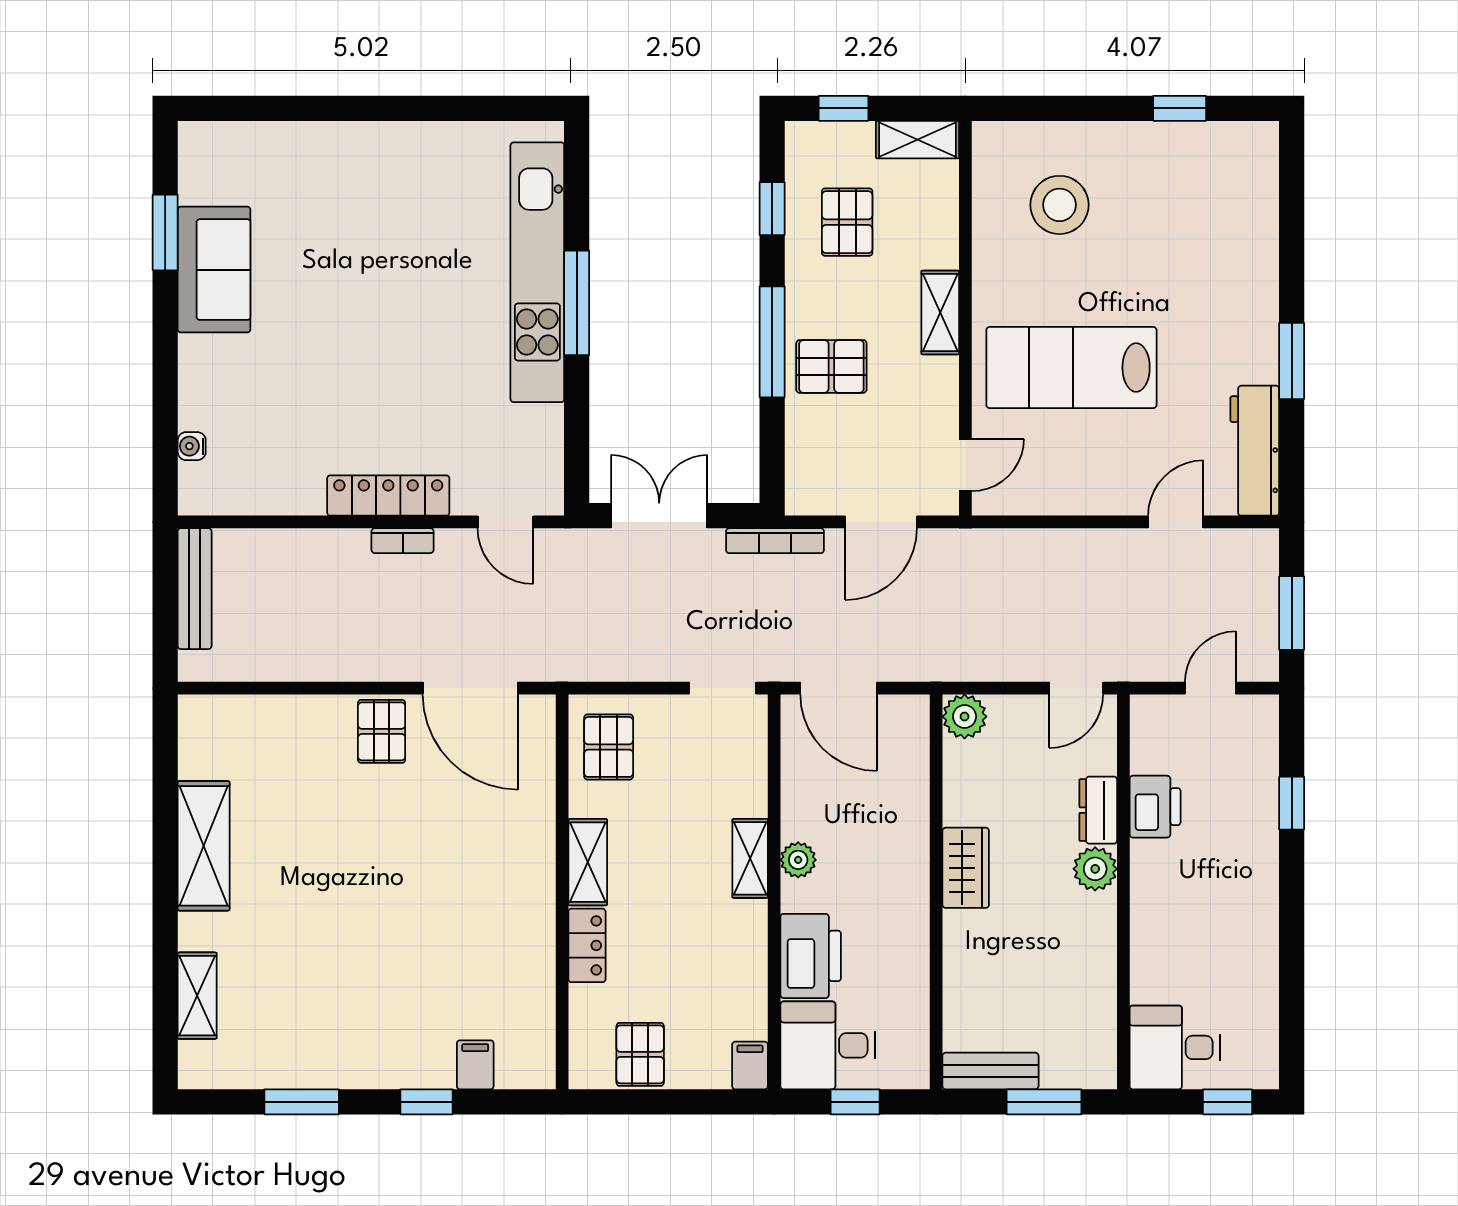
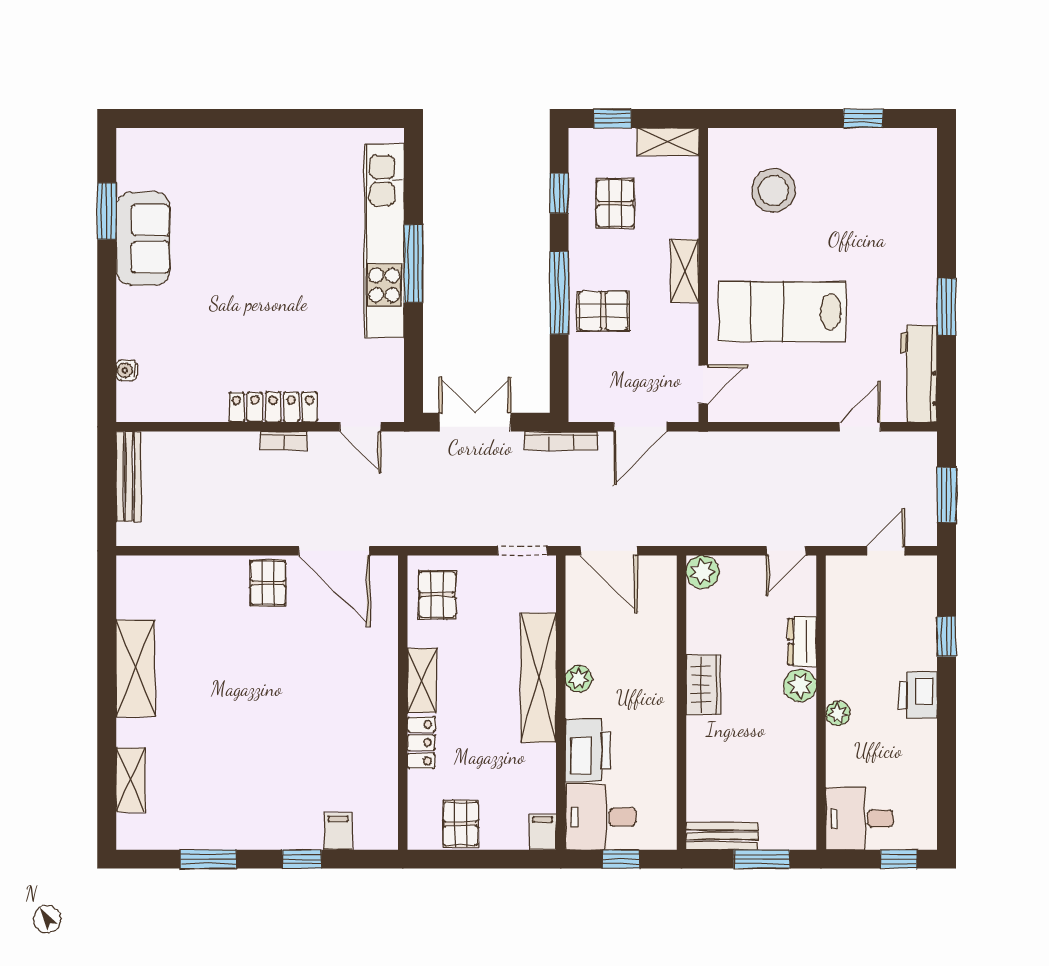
printer: (1155, 807) -> (918, 695), moved, turned 180
shelving: (750, 858) -> (538, 678), width x2.20, depth x1.33
plant: (1146, 907) -> (838, 714), added

